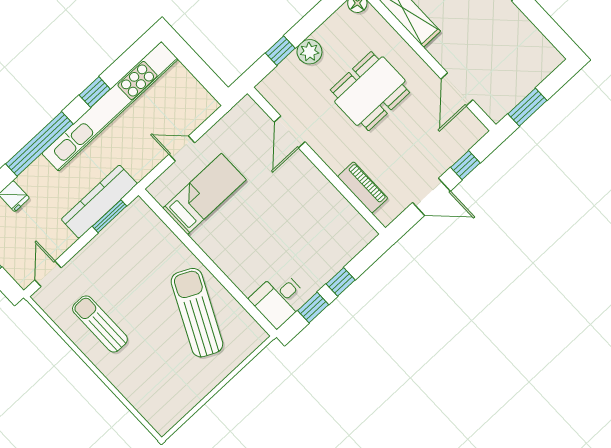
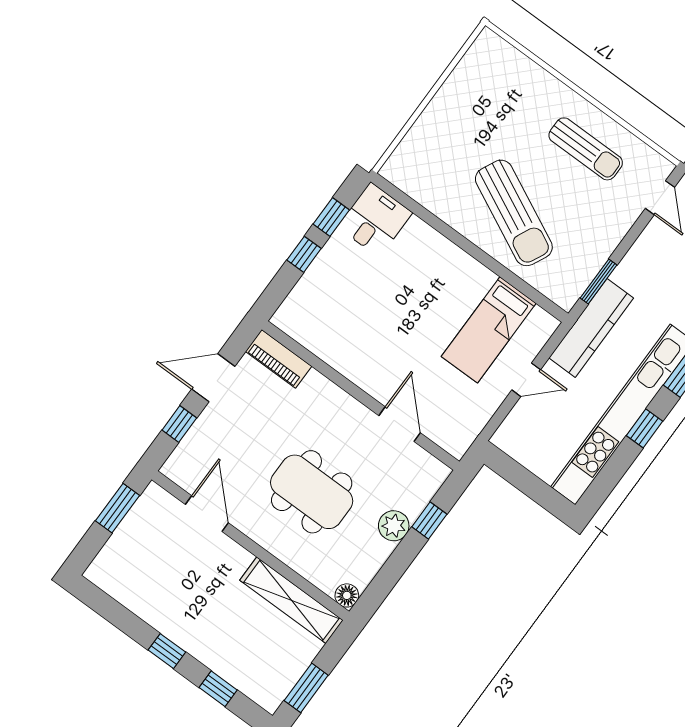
dining table: (370, 91) -> (312, 492), turned 90
piano: (363, 187) -> (279, 359), moved
kitchen counter: (99, 202) -> (591, 328), moved
sun lounger: (197, 313) -> (514, 213), moved

